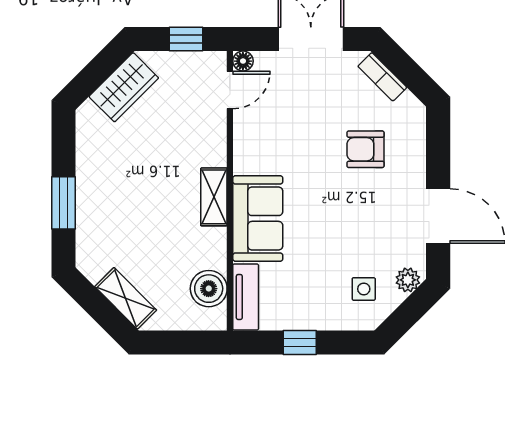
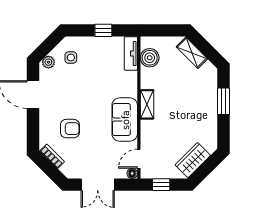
bookcase: (382, 77) -> (52, 156), moved
sofa: (258, 218) -> (125, 120), moved

